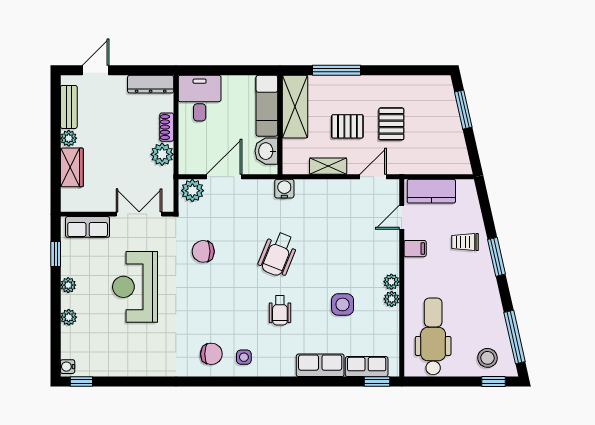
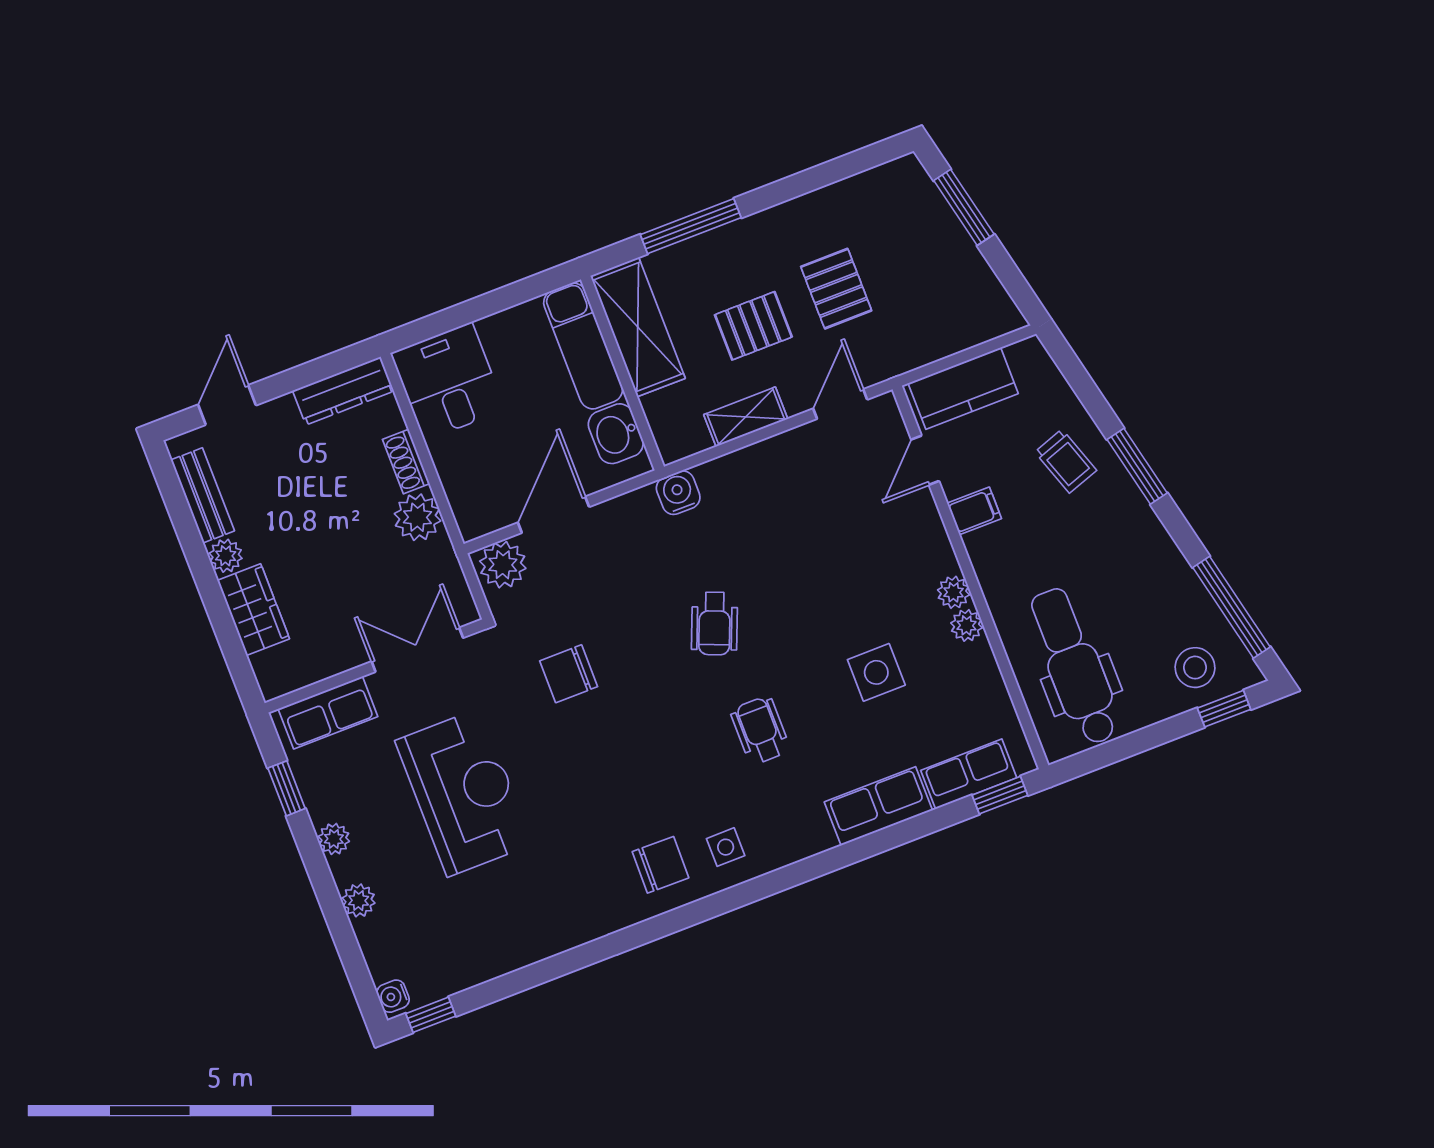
trolley: (465, 242) -> (1066, 461), turned -109
wheelchair: (278, 254) -> (714, 623), width x0.73, depth x0.73
reception desk: (135, 287) -> (464, 793), turned 180
wheelchair: (280, 310) -> (760, 730), turned 180

